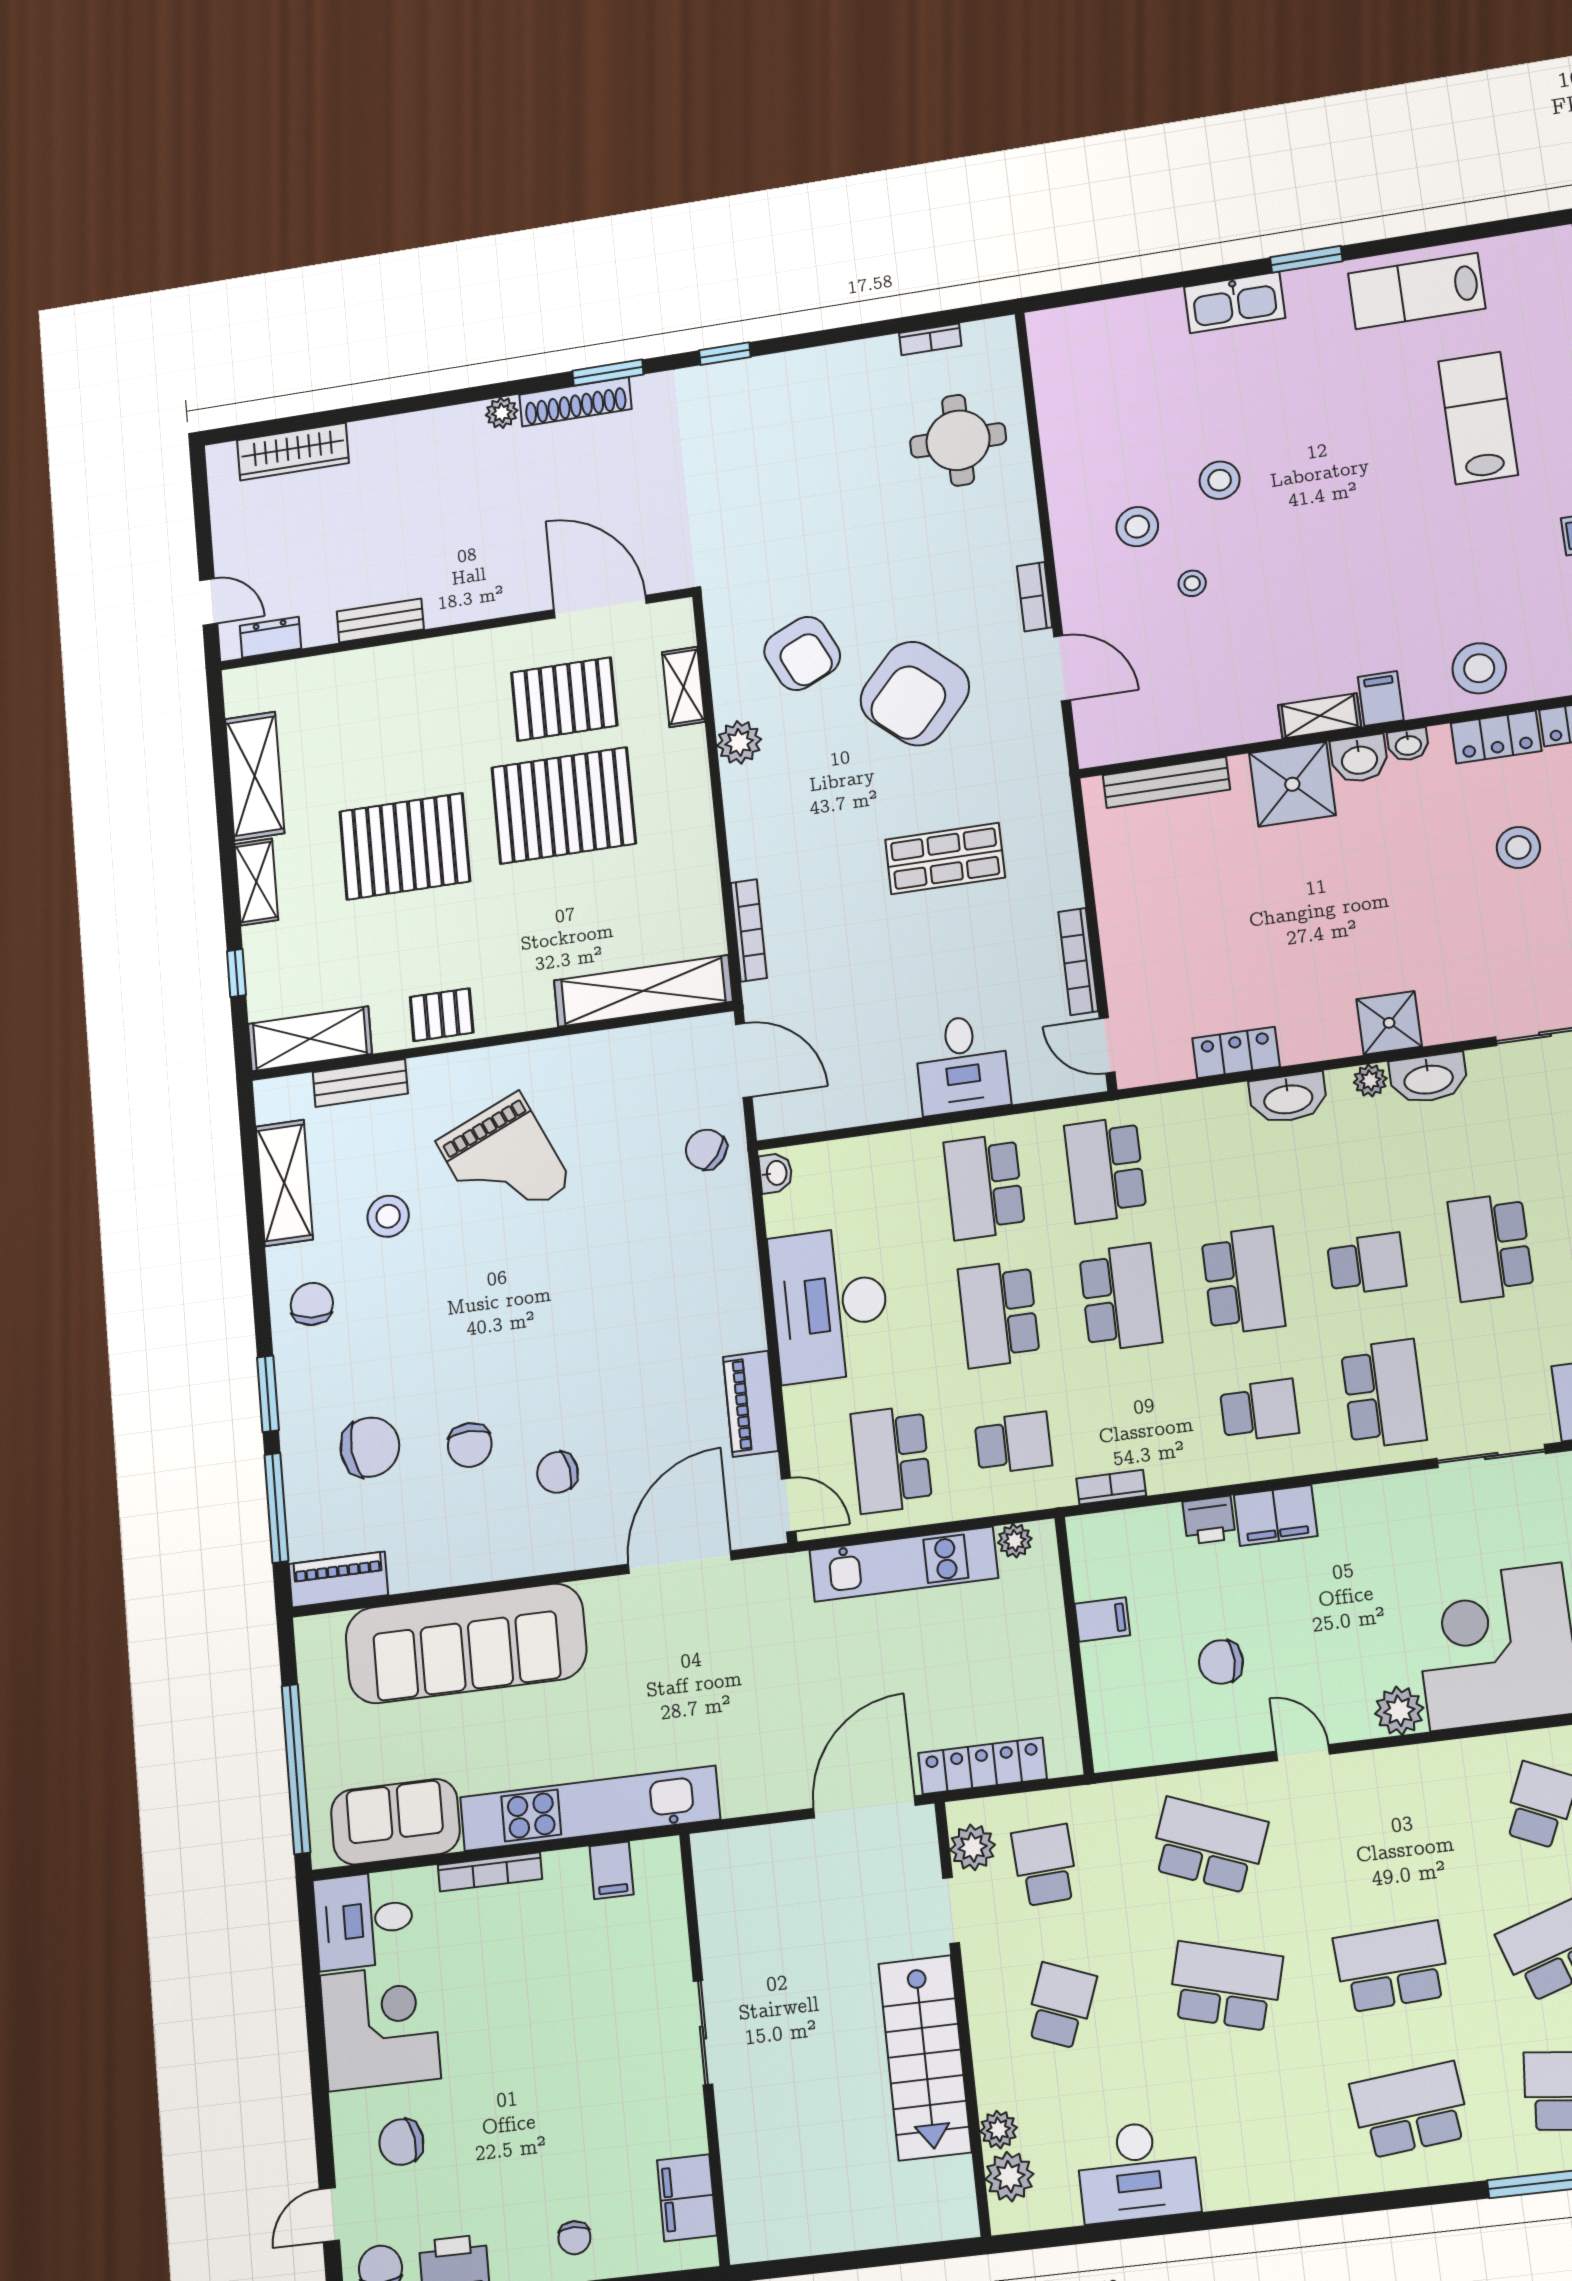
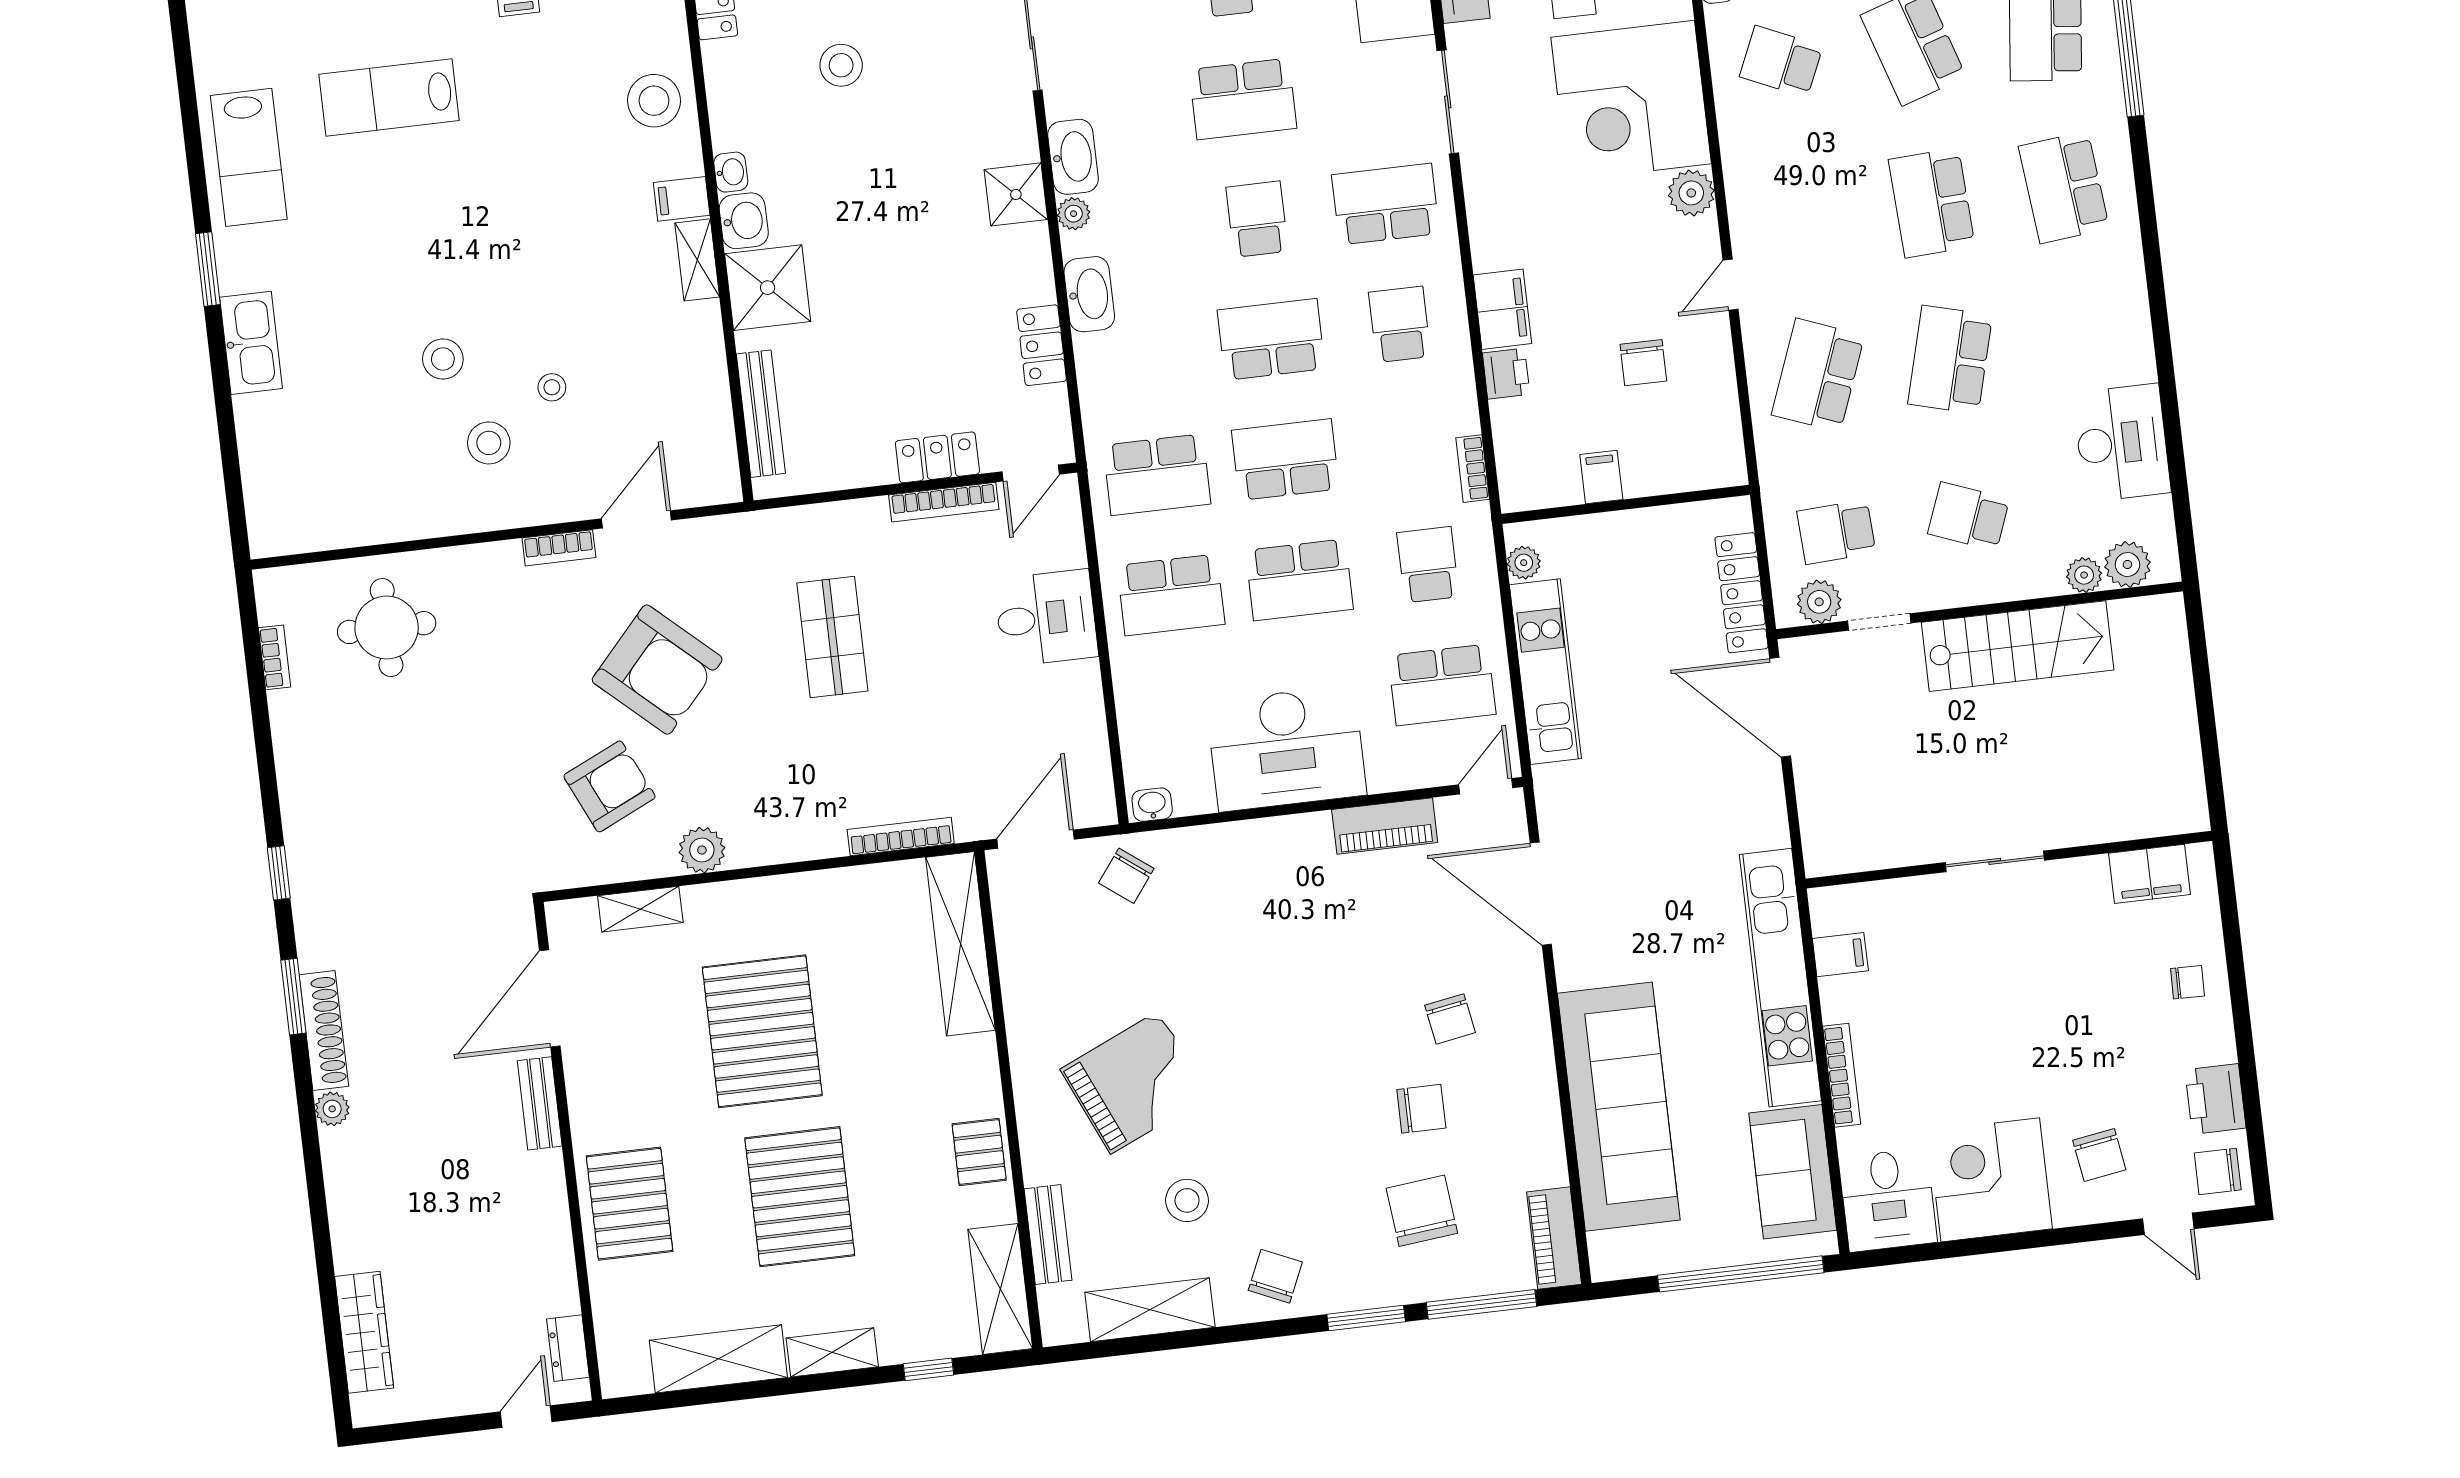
bench: (380, 620) -> (540, 1103), moved
pallet: (564, 699) -> (630, 1204), moved
locker: (1496, 737) -> (937, 457), moved, turned -90
chair: (312, 1304) -> (1275, 1276), turned 108

